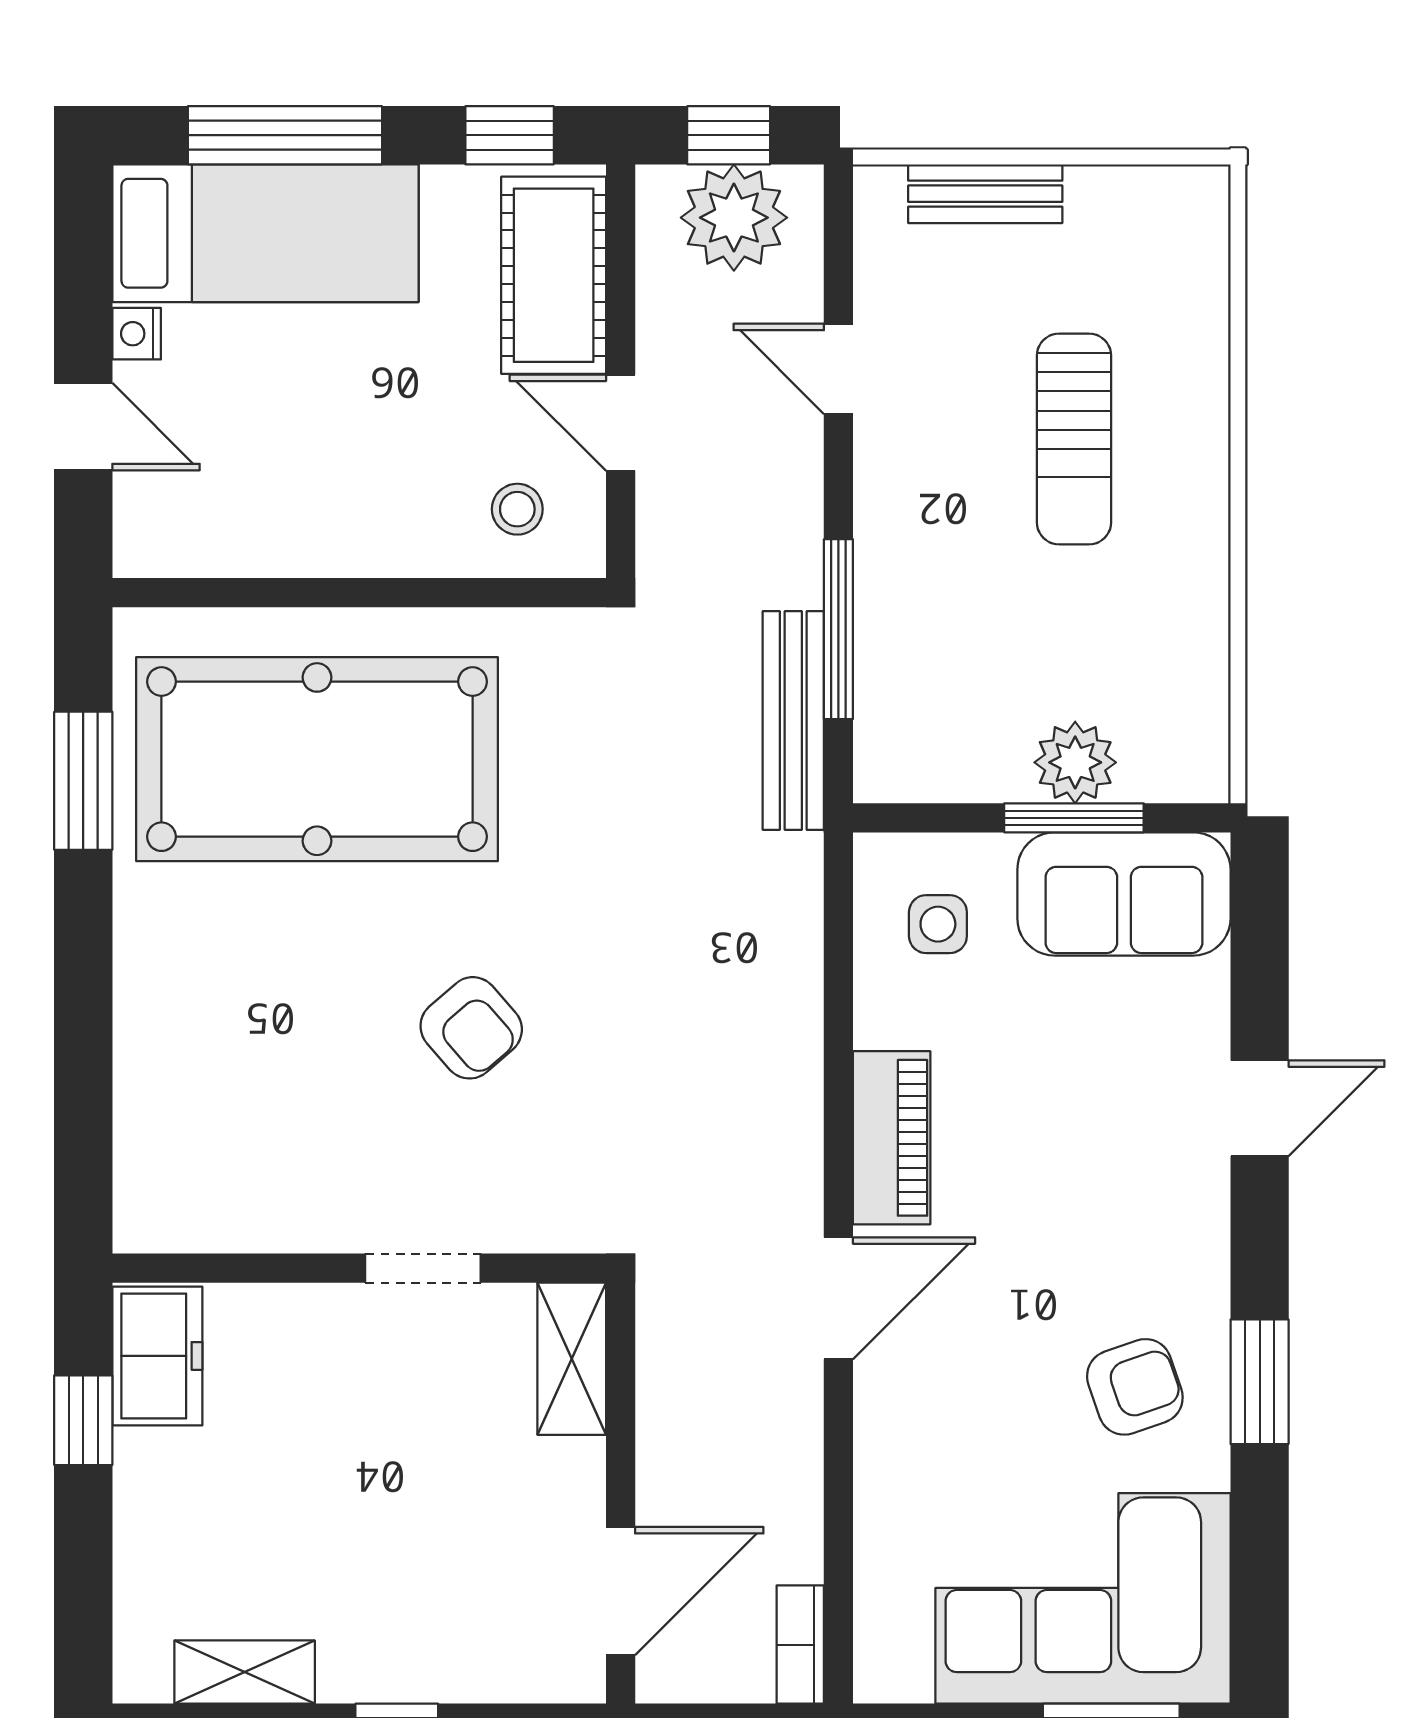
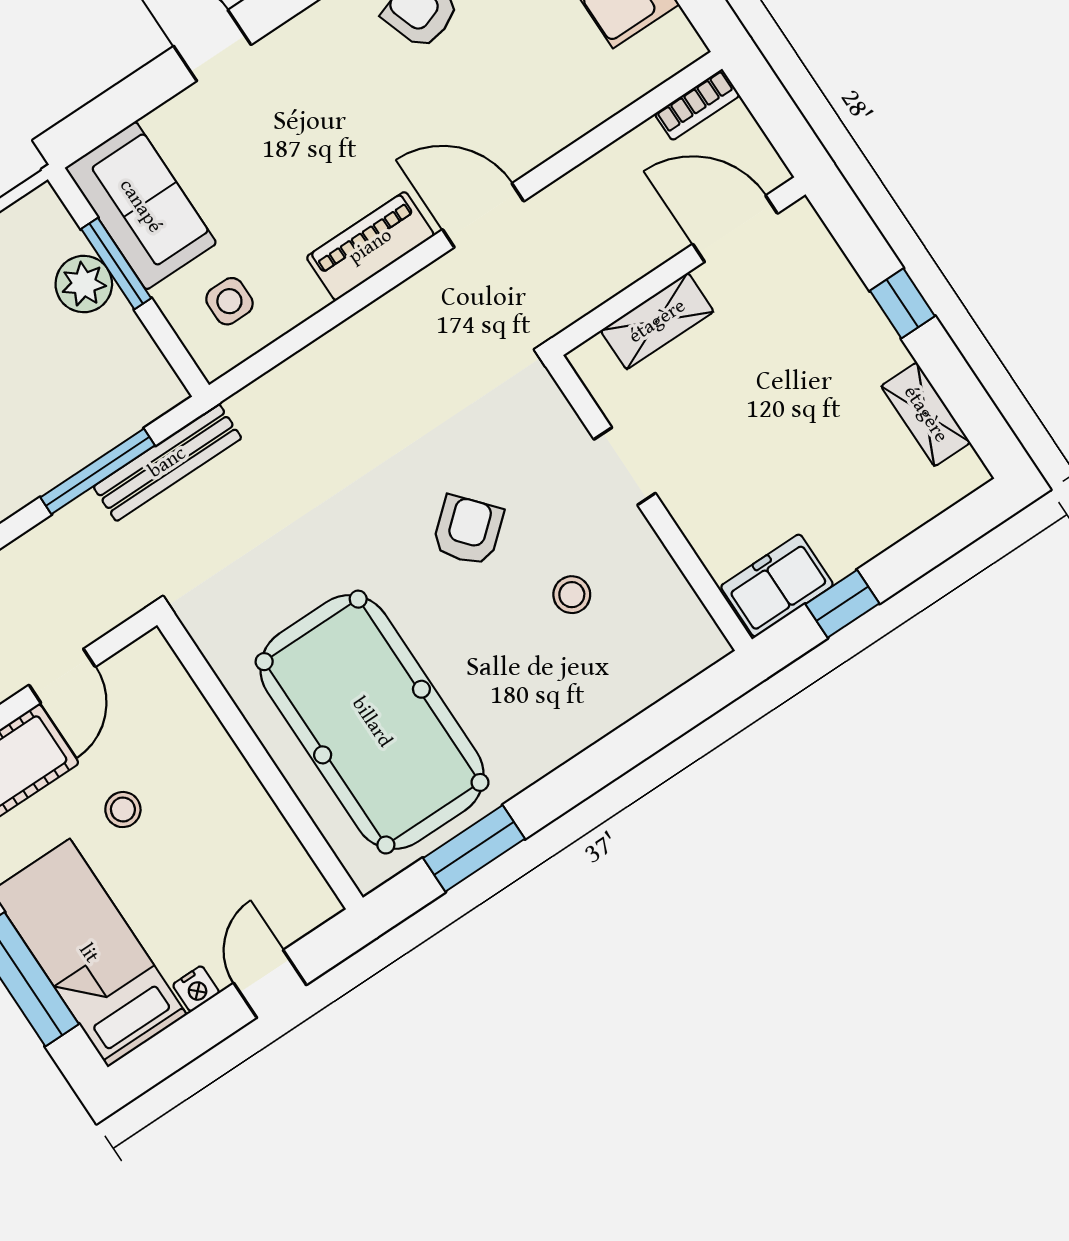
stool: (517, 509) -> (123, 810), moved
stool: (311, 1102) -> (572, 595), added
shelving: (572, 1359) -> (657, 321), moved

